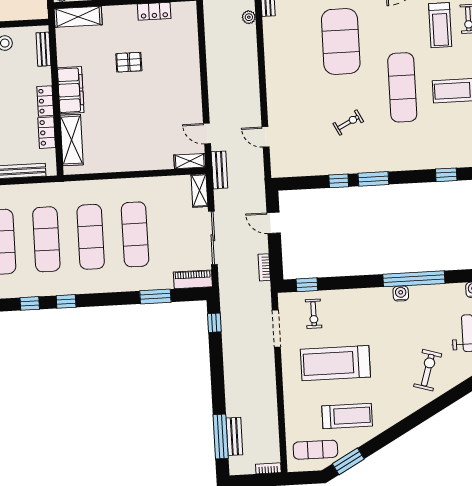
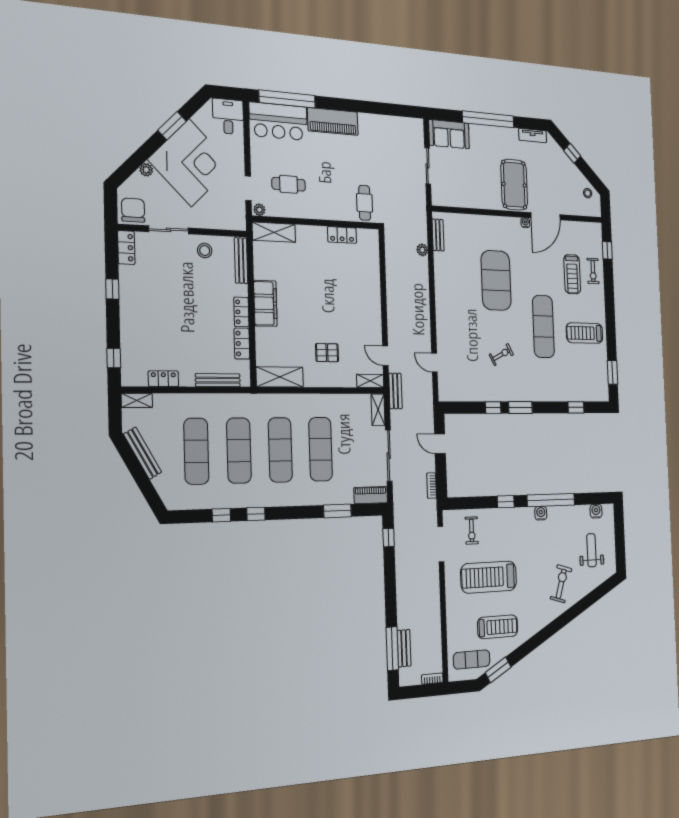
bench: (43, 49) -> (241, 261), width x1.36
pallet: (129, 62) -> (327, 353), moved
shelving: (72, 140) -> (280, 377), moved, turned 90
window: (307, 285) -> (506, 502), moved

